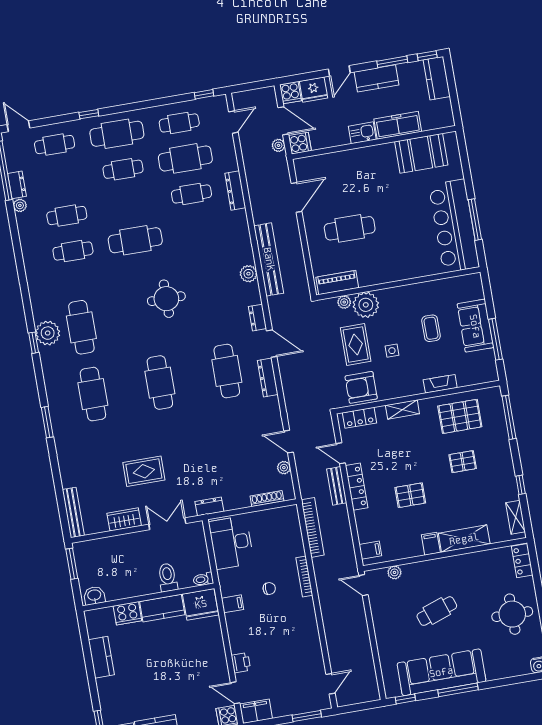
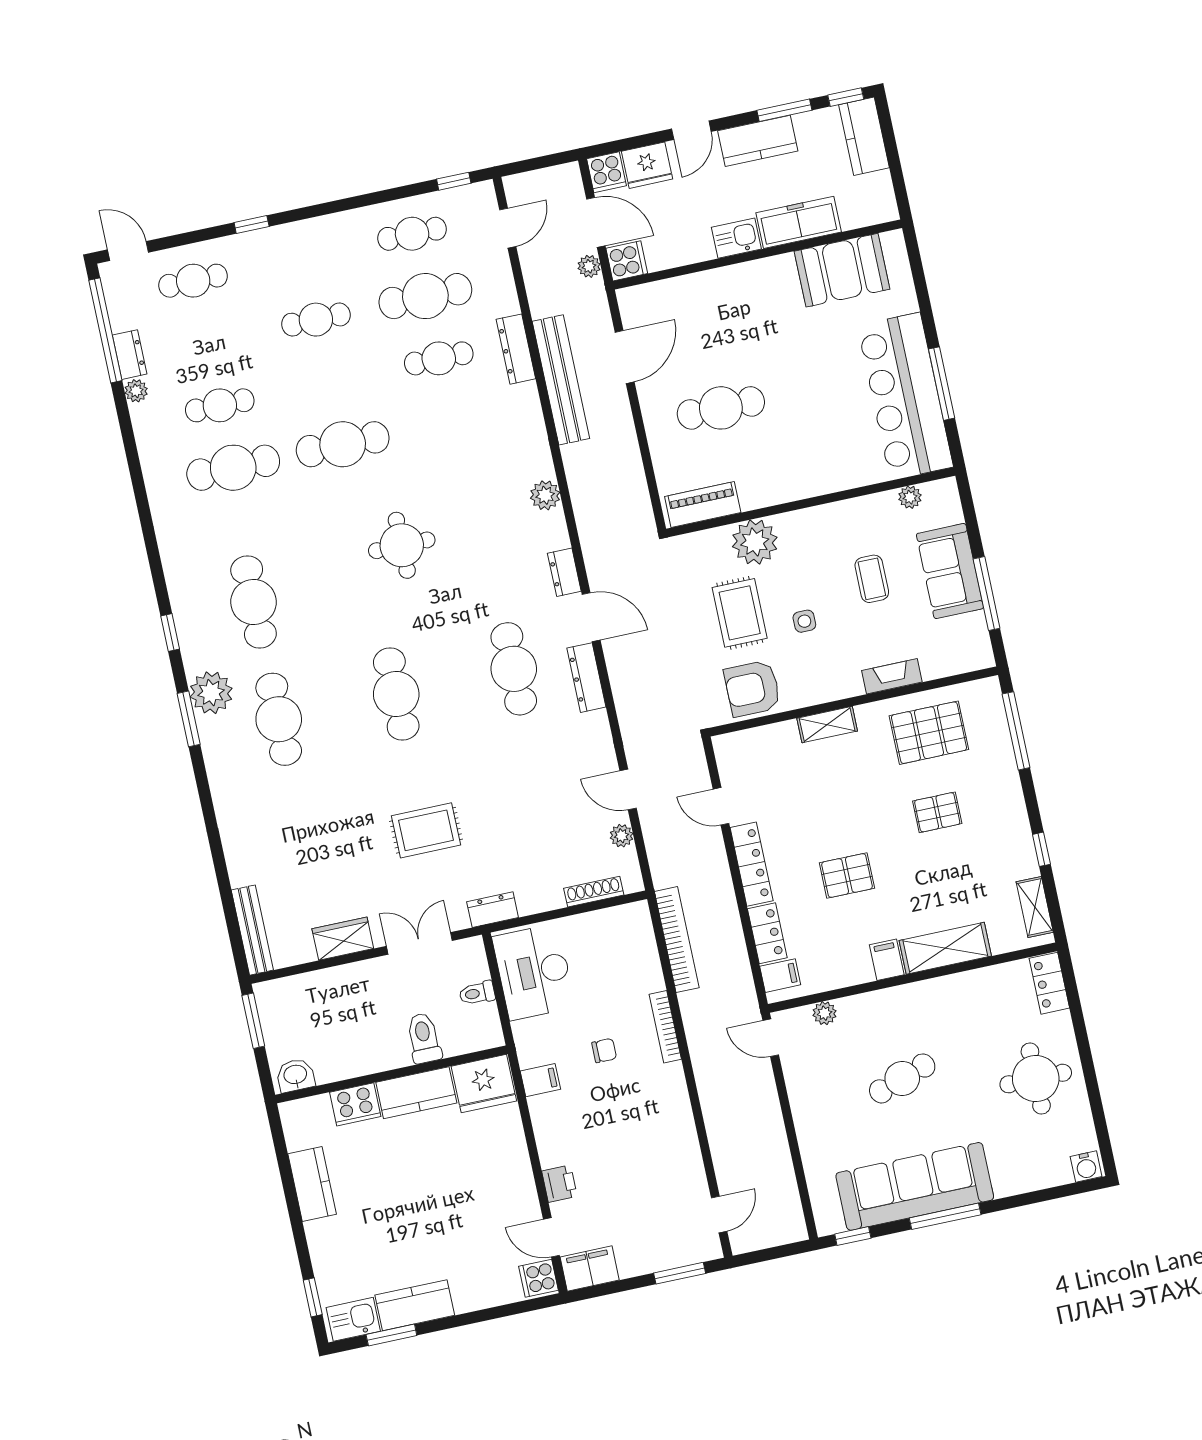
cafe table: (117, 134) -> (303, 257), removed
cafe table: (73, 251) -> (233, 468), width x1.37, depth x1.35
bench: (269, 259) -> (561, 380), moved
plant: (344, 302) -> (910, 497), moved
plant: (48, 333) -> (211, 693), moved
locker: (360, 418) -> (767, 933), moved, turned -90
window: (47, 422) -> (189, 719), moved
rug: (144, 471) -> (426, 830), moved
bench: (337, 486) -> (716, 864), removed
toilet: (203, 579) -> (477, 993), moved

